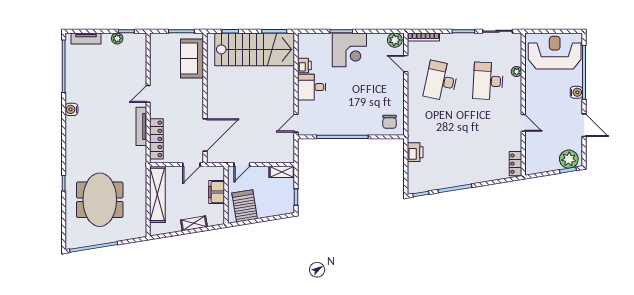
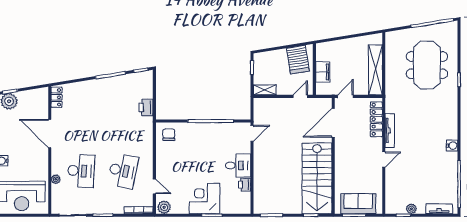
stairs: (255, 49) -> (317, 178), moved, turned -90
sofa: (192, 58) -> (358, 204), moved, turned -90
door: (523, 123) -> (50, 134), width x1.87
shelving: (194, 223) -> (343, 44), removed

